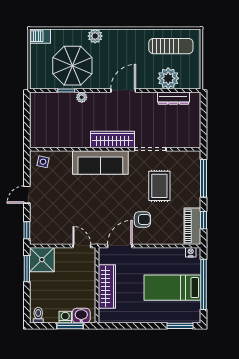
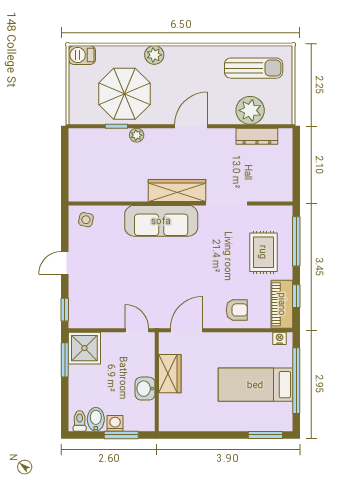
rug: (159, 186) -> (263, 252), moved
armchair: (142, 219) -> (237, 310), moved
wardrobe: (107, 287) -> (170, 374), width x0.67
bidet: (51, 314) -> (96, 419), added
washbasin: (81, 316) -> (145, 389), moved, turned -90

